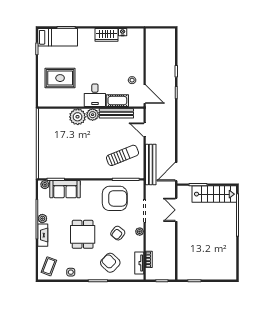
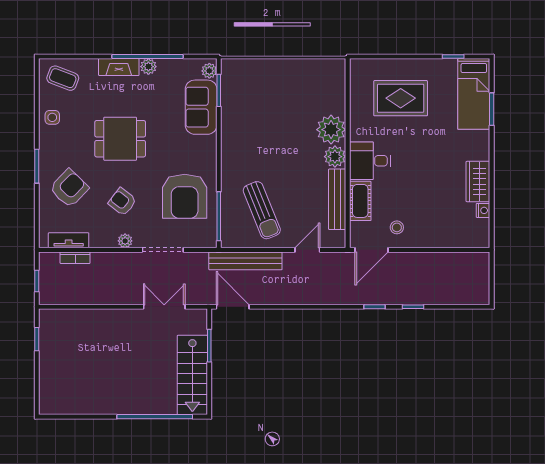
rug: (60, 78) -> (401, 98), turned 90

